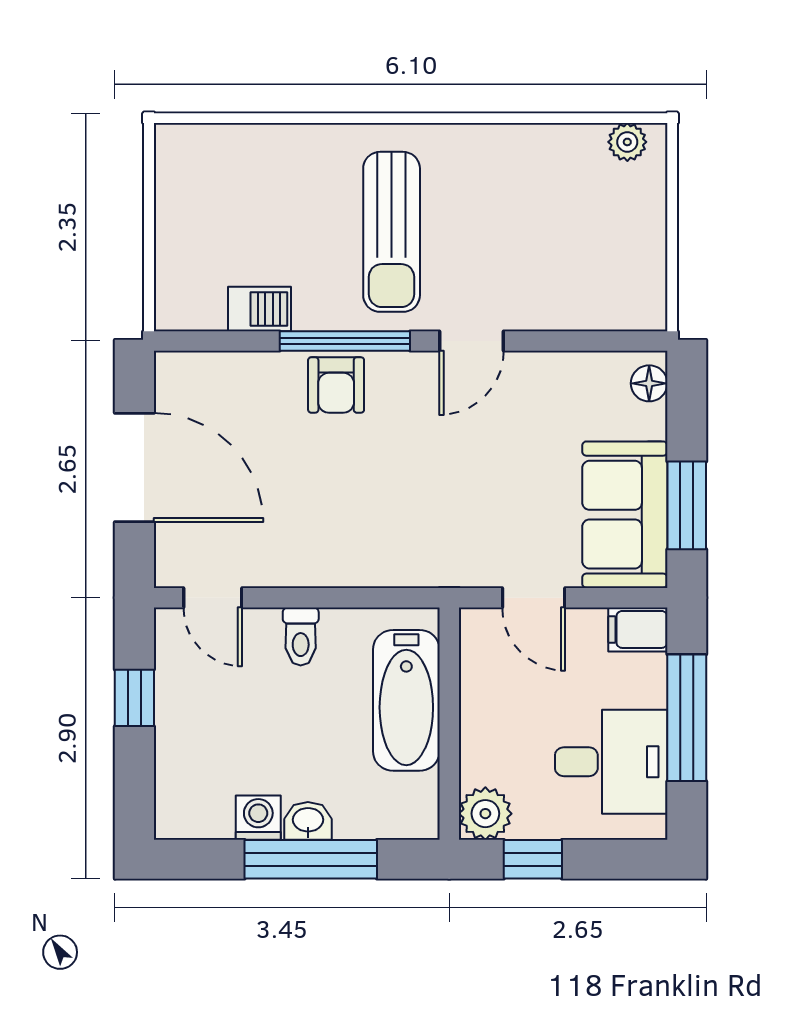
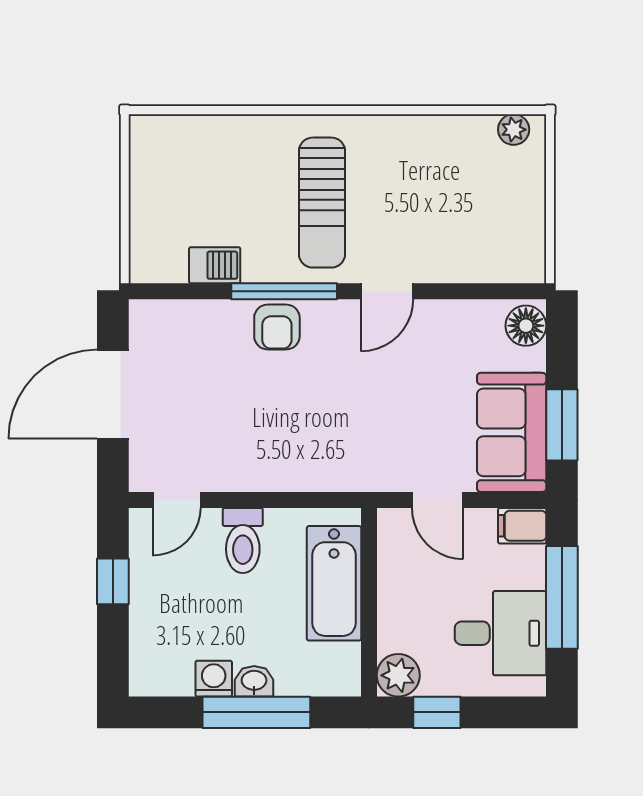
floor lamp: (649, 383) -> (526, 326), width x1.37, depth x1.37
door: (134, 468) -> (113, 394), swing flipped
door: (213, 598) -> (177, 500), hinge flipped
toilet: (301, 636) -> (243, 540), width x1.37, depth x1.39

